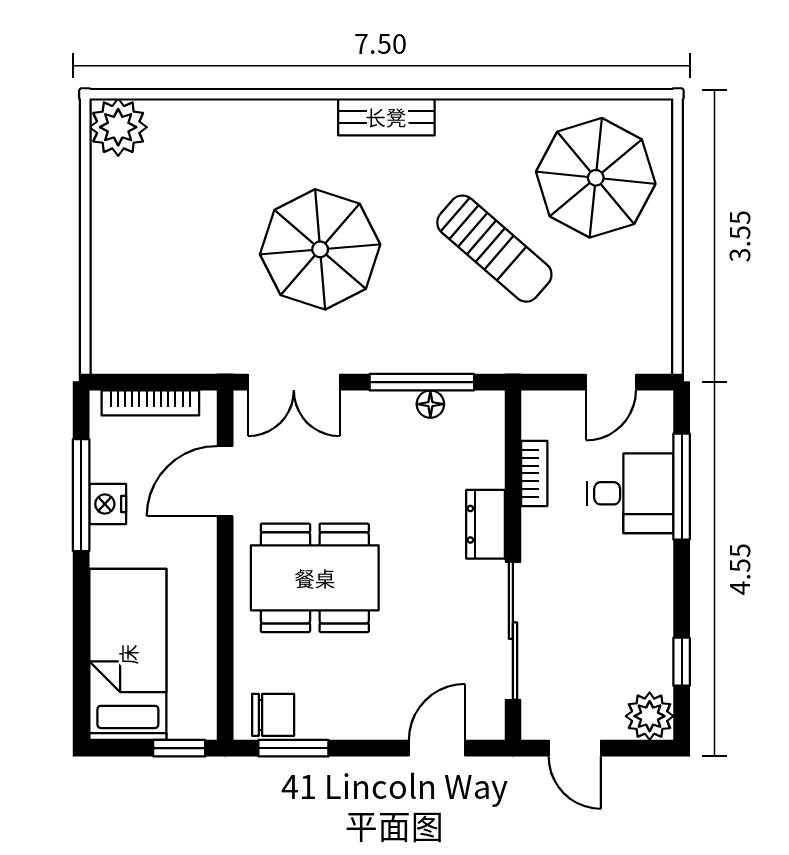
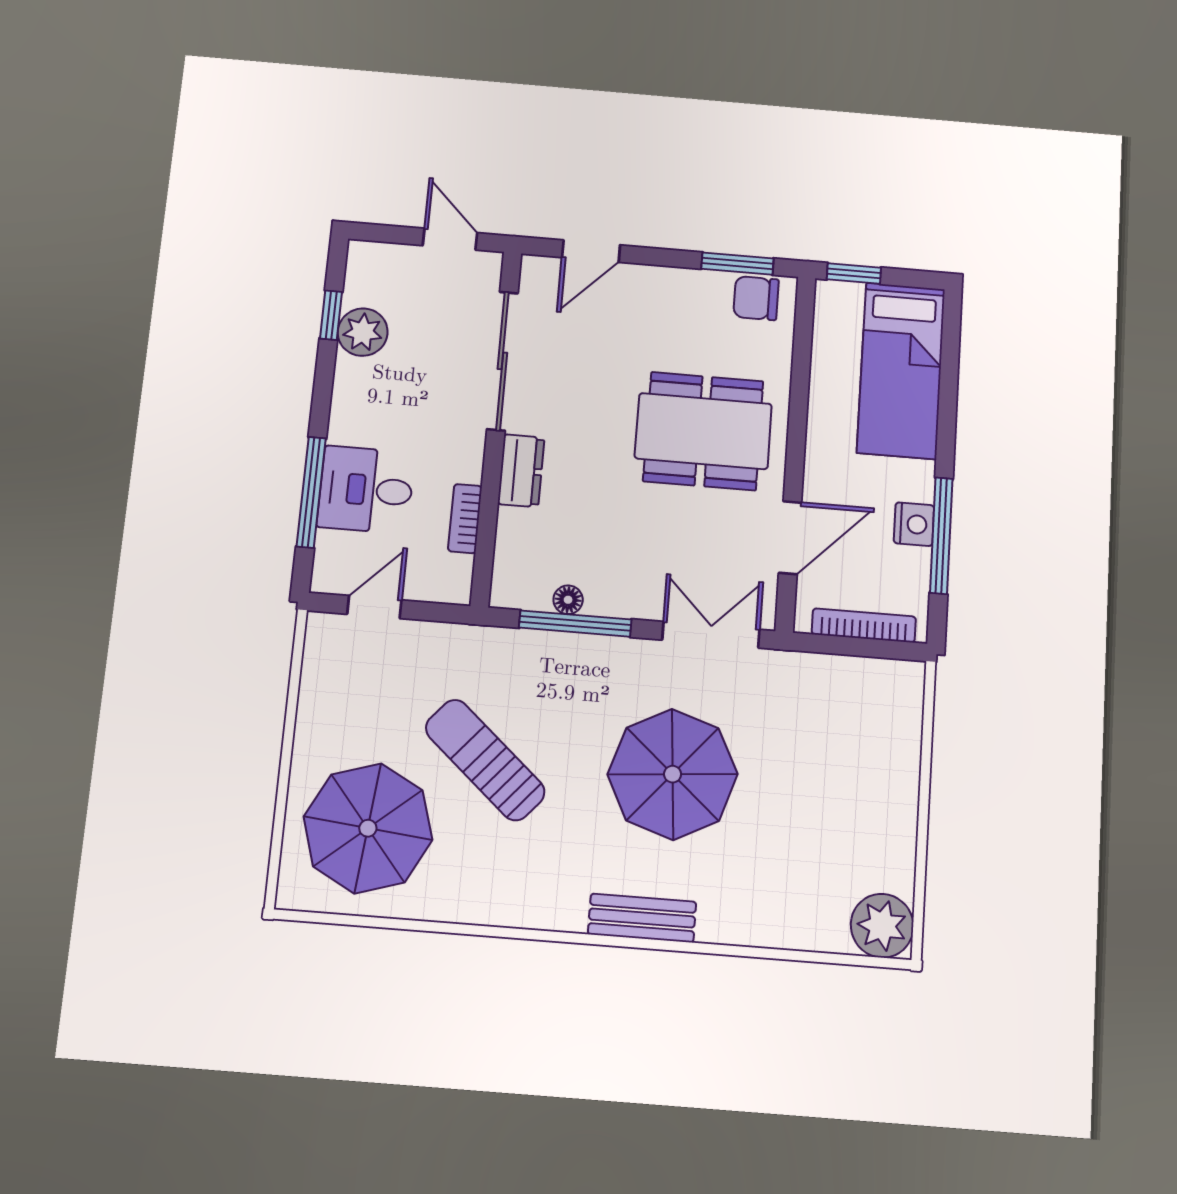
bench: (386, 117) -> (642, 918), moved
plant: (650, 716) -> (363, 332), moved

